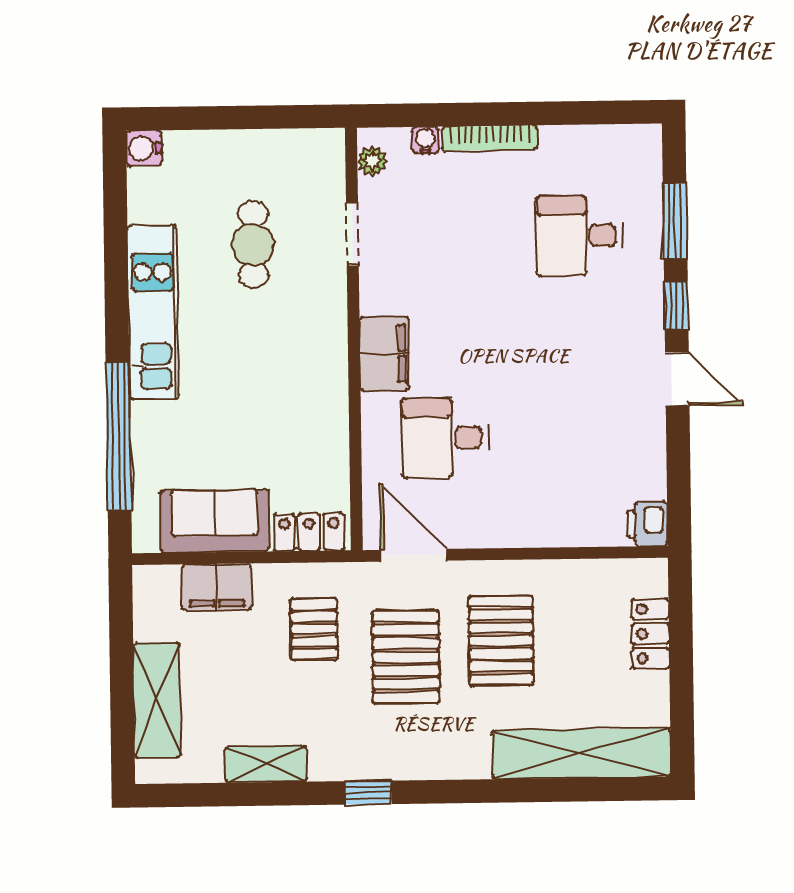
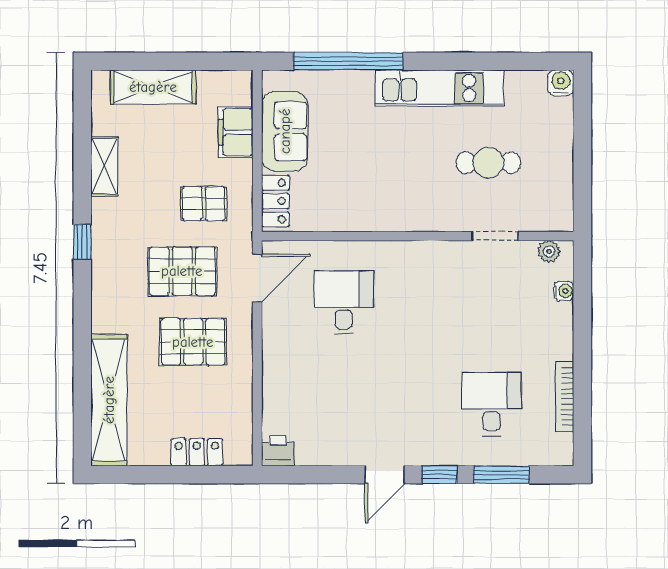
bookcase: (490, 138) -> (565, 396), moved
filing cabinet: (385, 353) -> (407, 259), removed

